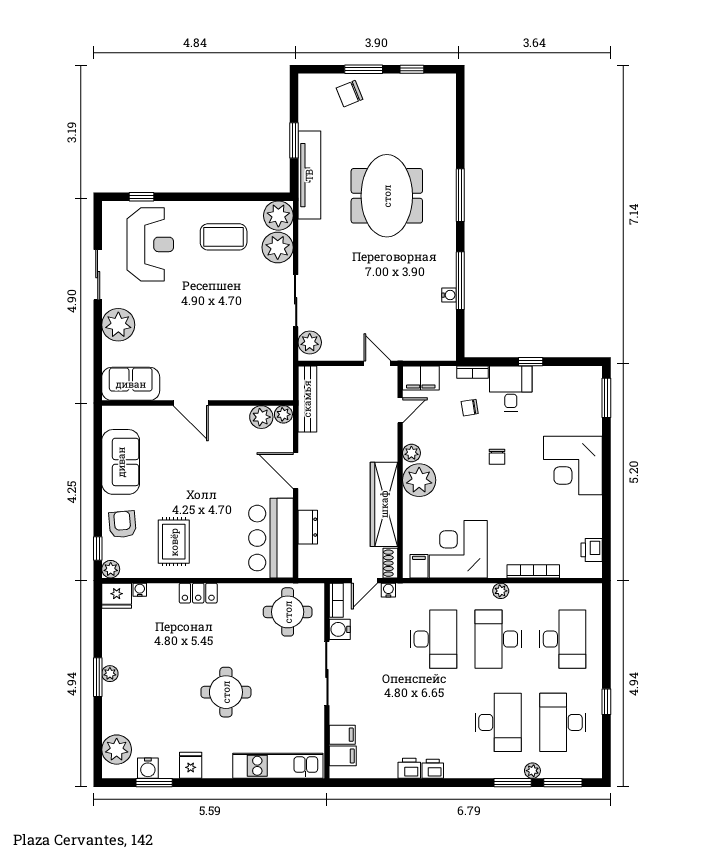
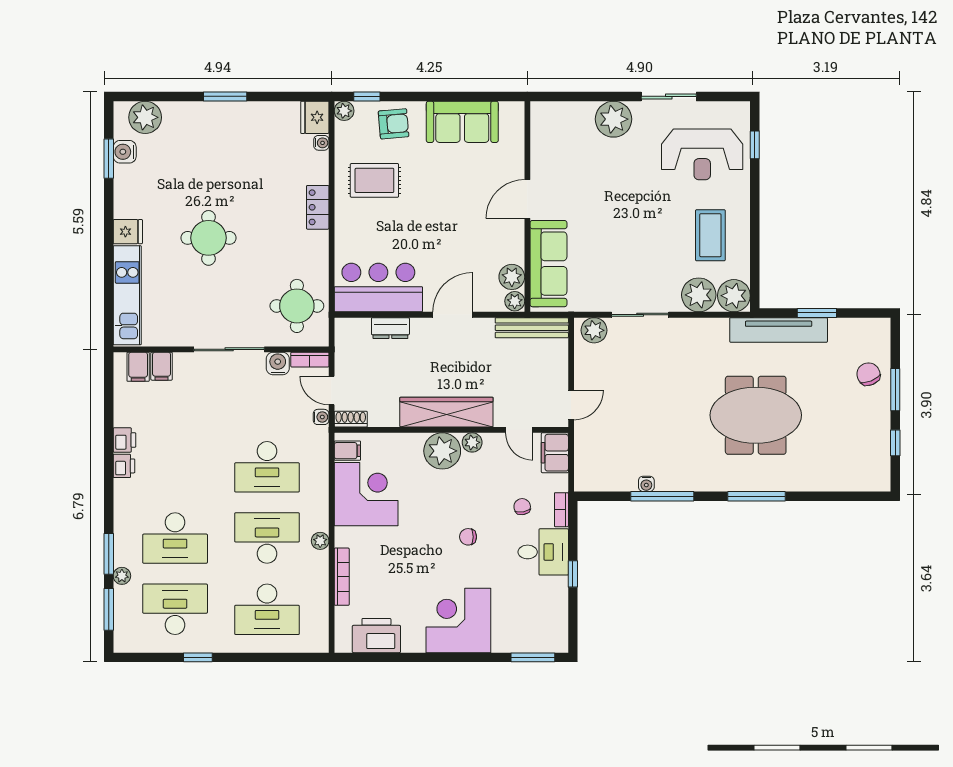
sofa: (131, 384) -> (548, 264), moved, width x1.36
wardrobe: (384, 504) -> (446, 412), moved
printer: (592, 550) -> (376, 636), width x1.87, depth x1.48
plant: (110, 674) -> (229, 110), removed
fridge: (191, 765) -> (128, 232), moved

